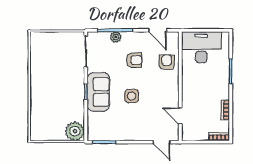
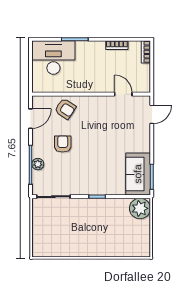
desk: (201, 47) -> (53, 58), moved, turned 90
armchair: (167, 62) -> (65, 109), turned -147
sofa: (98, 92) -> (138, 174), moved, turned -90
side table: (132, 96) -> (102, 147), removed
door: (180, 116) -> (123, 94), swing flipped

